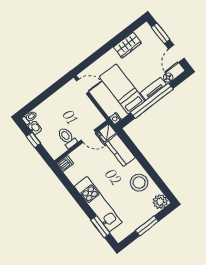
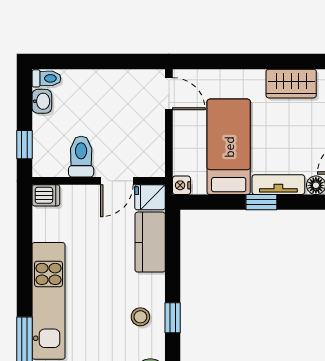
window: (152, 101) -> (261, 202), width x0.32
door: (89, 136) -> (117, 181), hinge flipped
window: (33, 140) -> (24, 145), moved
window: (152, 173) -> (173, 318), added
stool: (139, 183) -> (140, 317), width x0.53, depth x0.53

